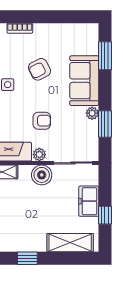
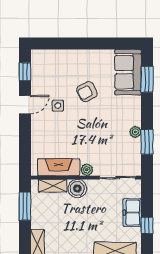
bookcase: (20, 28) -> (69, 54), removed
sofa: (84, 81) -> (128, 72), moved
armchair: (42, 121) -> (89, 139), removed
boiler: (42, 175) -> (77, 189), moved

